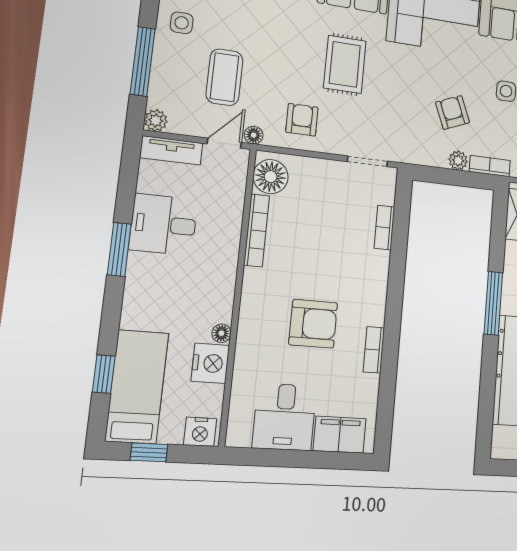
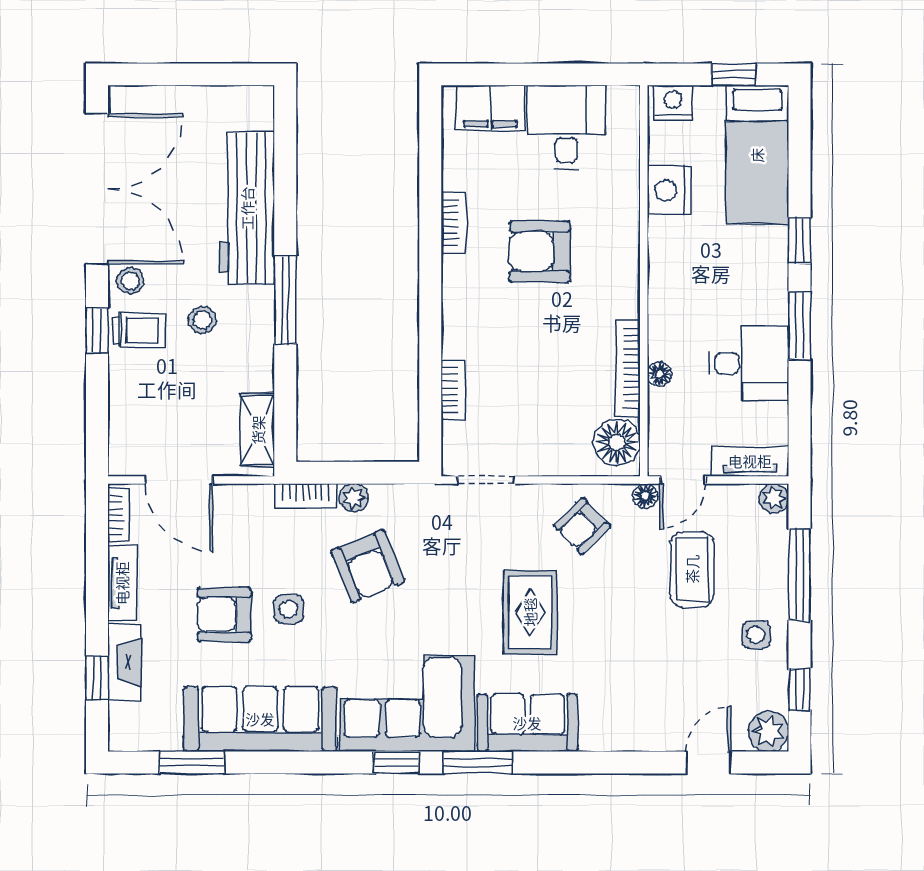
armchair: (453, 112) -> (368, 566), width x1.38, depth x1.38
armchair: (302, 120) -> (582, 526), turned 46
floor lamp: (221, 333) -> (660, 374), moved
window: (104, 374) -> (800, 241), moved

